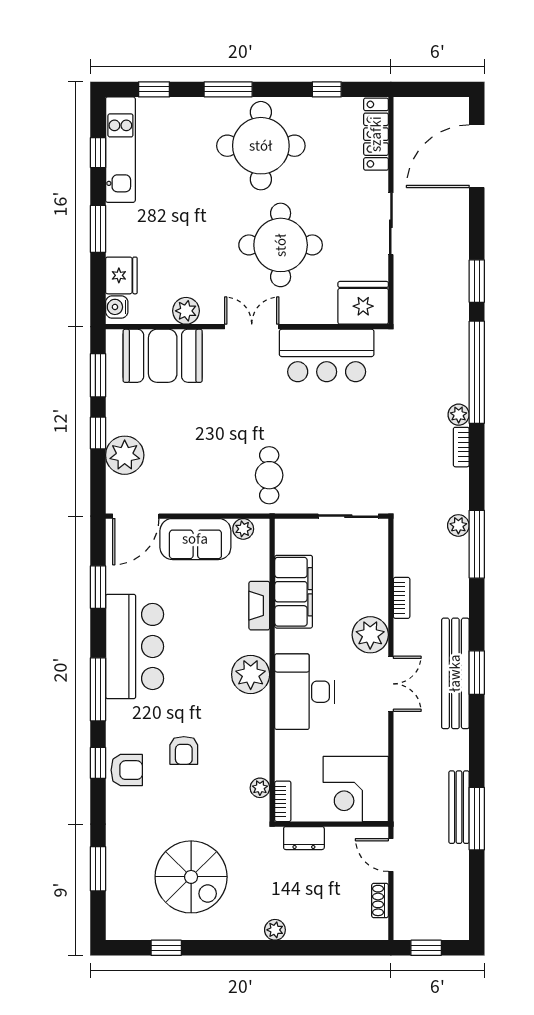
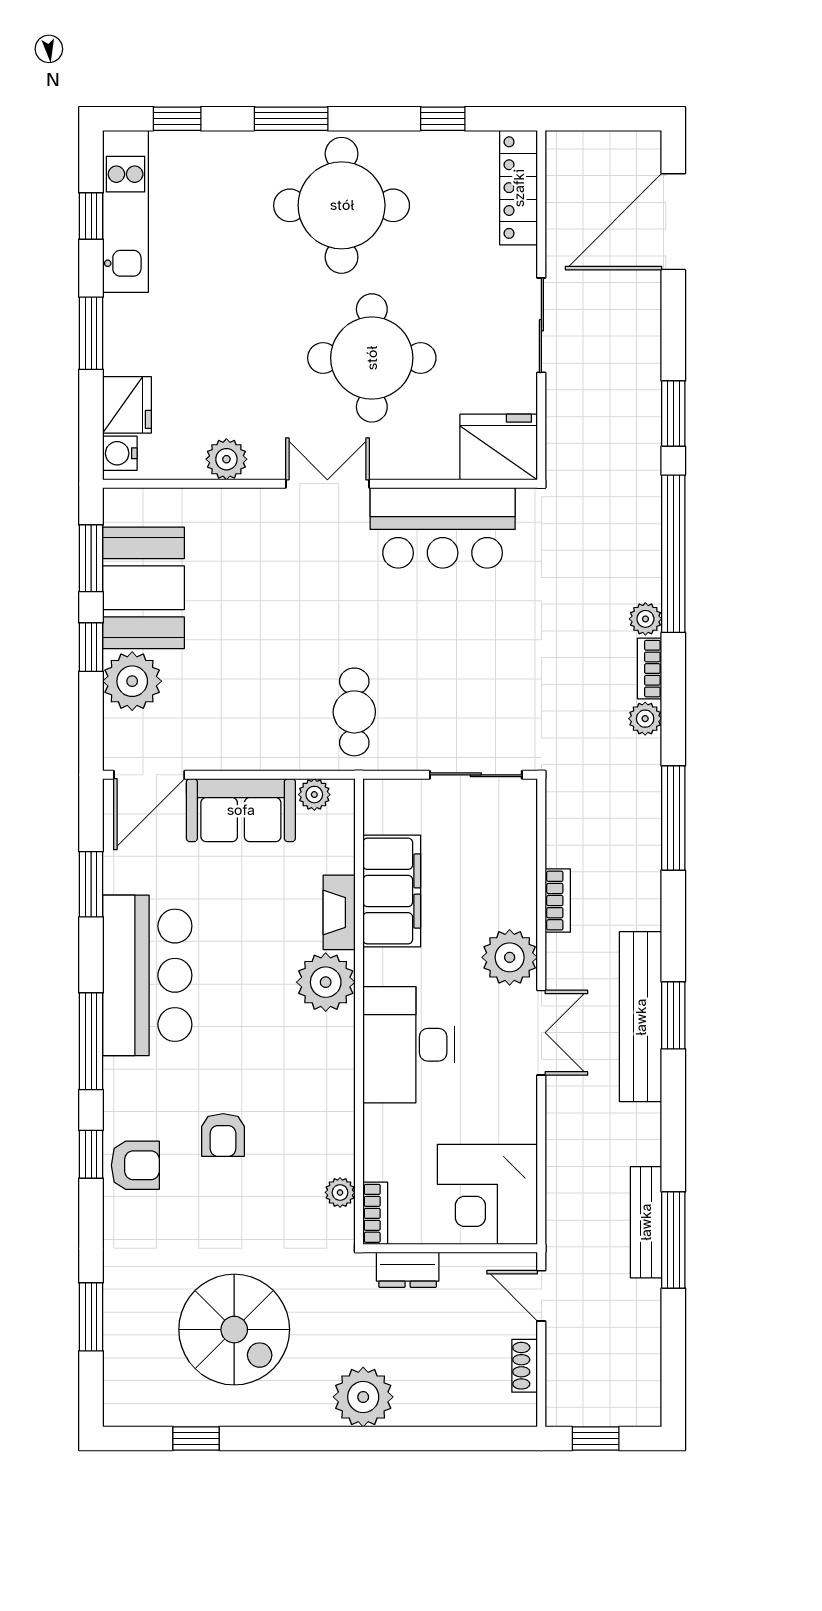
booth: (163, 356) -> (143, 588), moved, turned 90
plant: (458, 525) -> (645, 719), moved
plant: (251, 674) -> (326, 982), moved
plant: (275, 930) -> (363, 1397), width x1.88, depth x1.88

